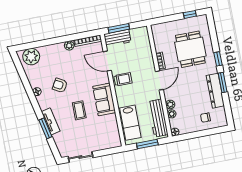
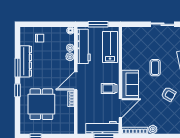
workbench: (117, 38) -> (102, 128), width x1.38
door: (107, 61) -> (120, 108), hinge flipped
sofa: (104, 99) -> (130, 84), moved

